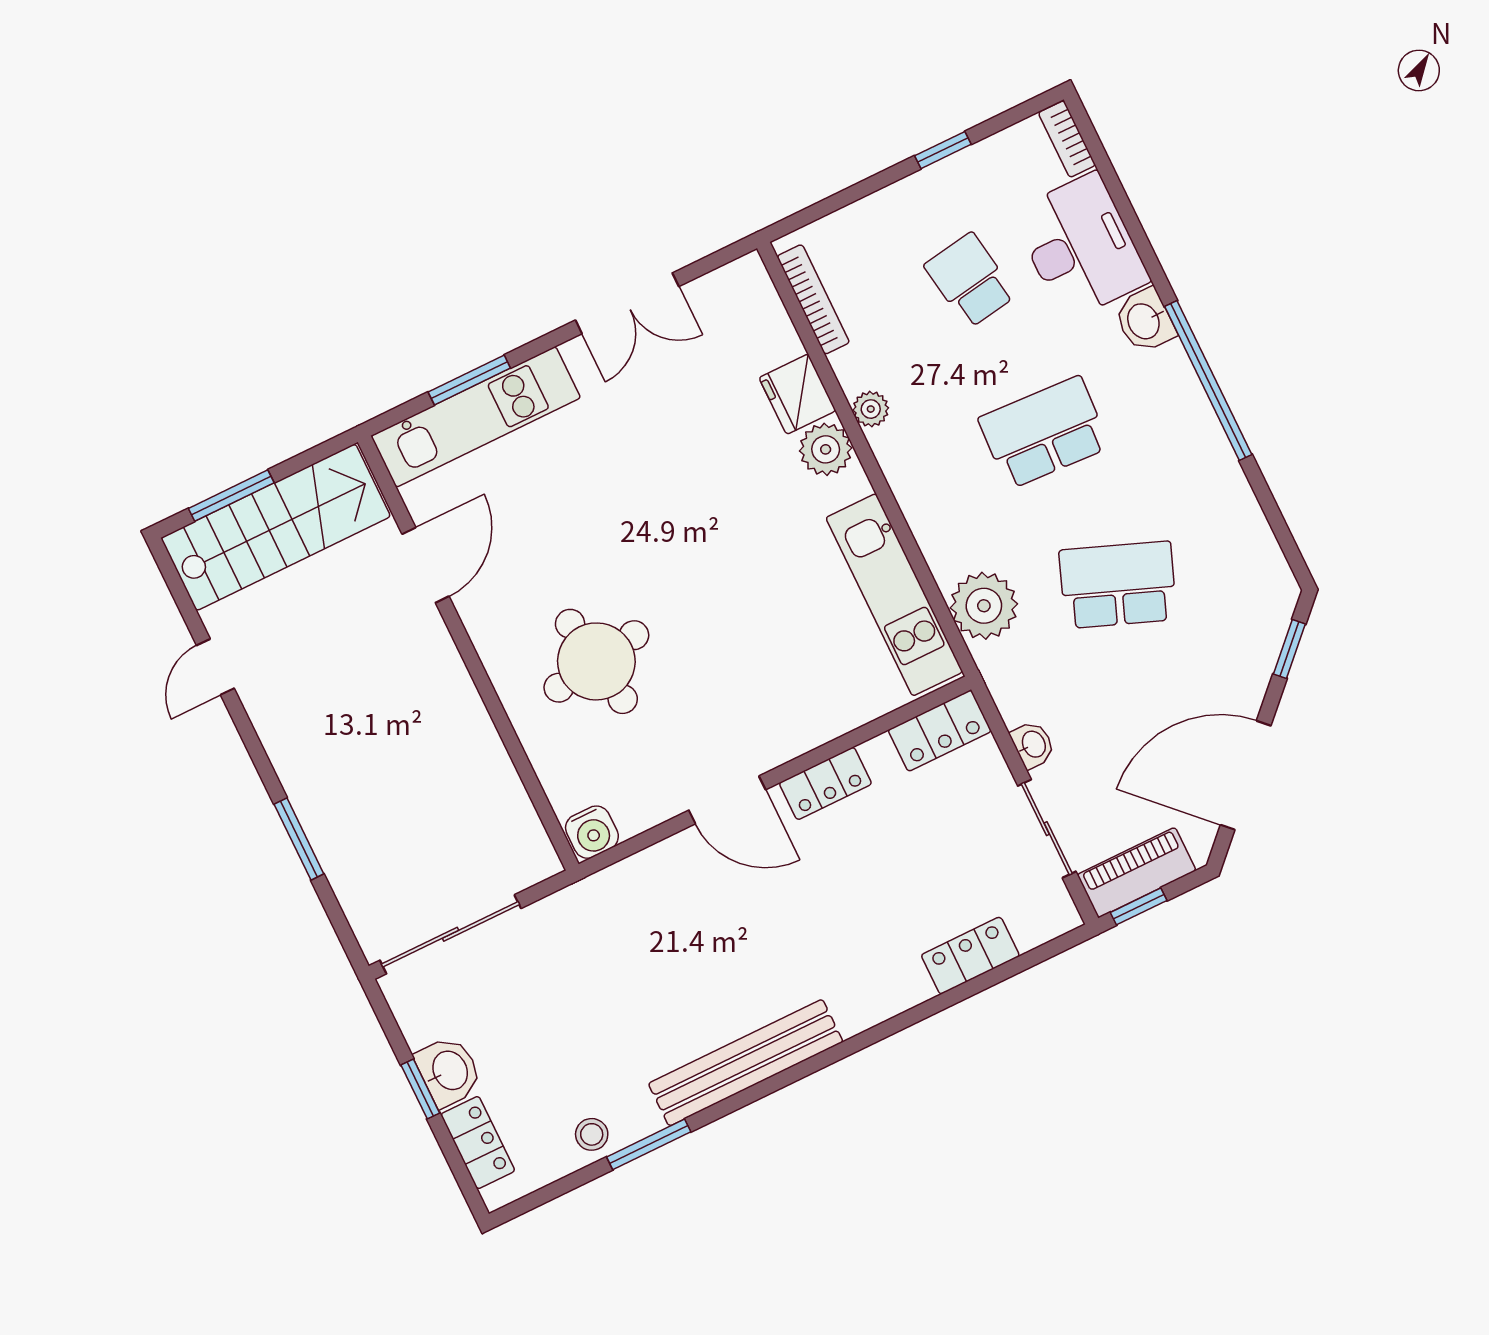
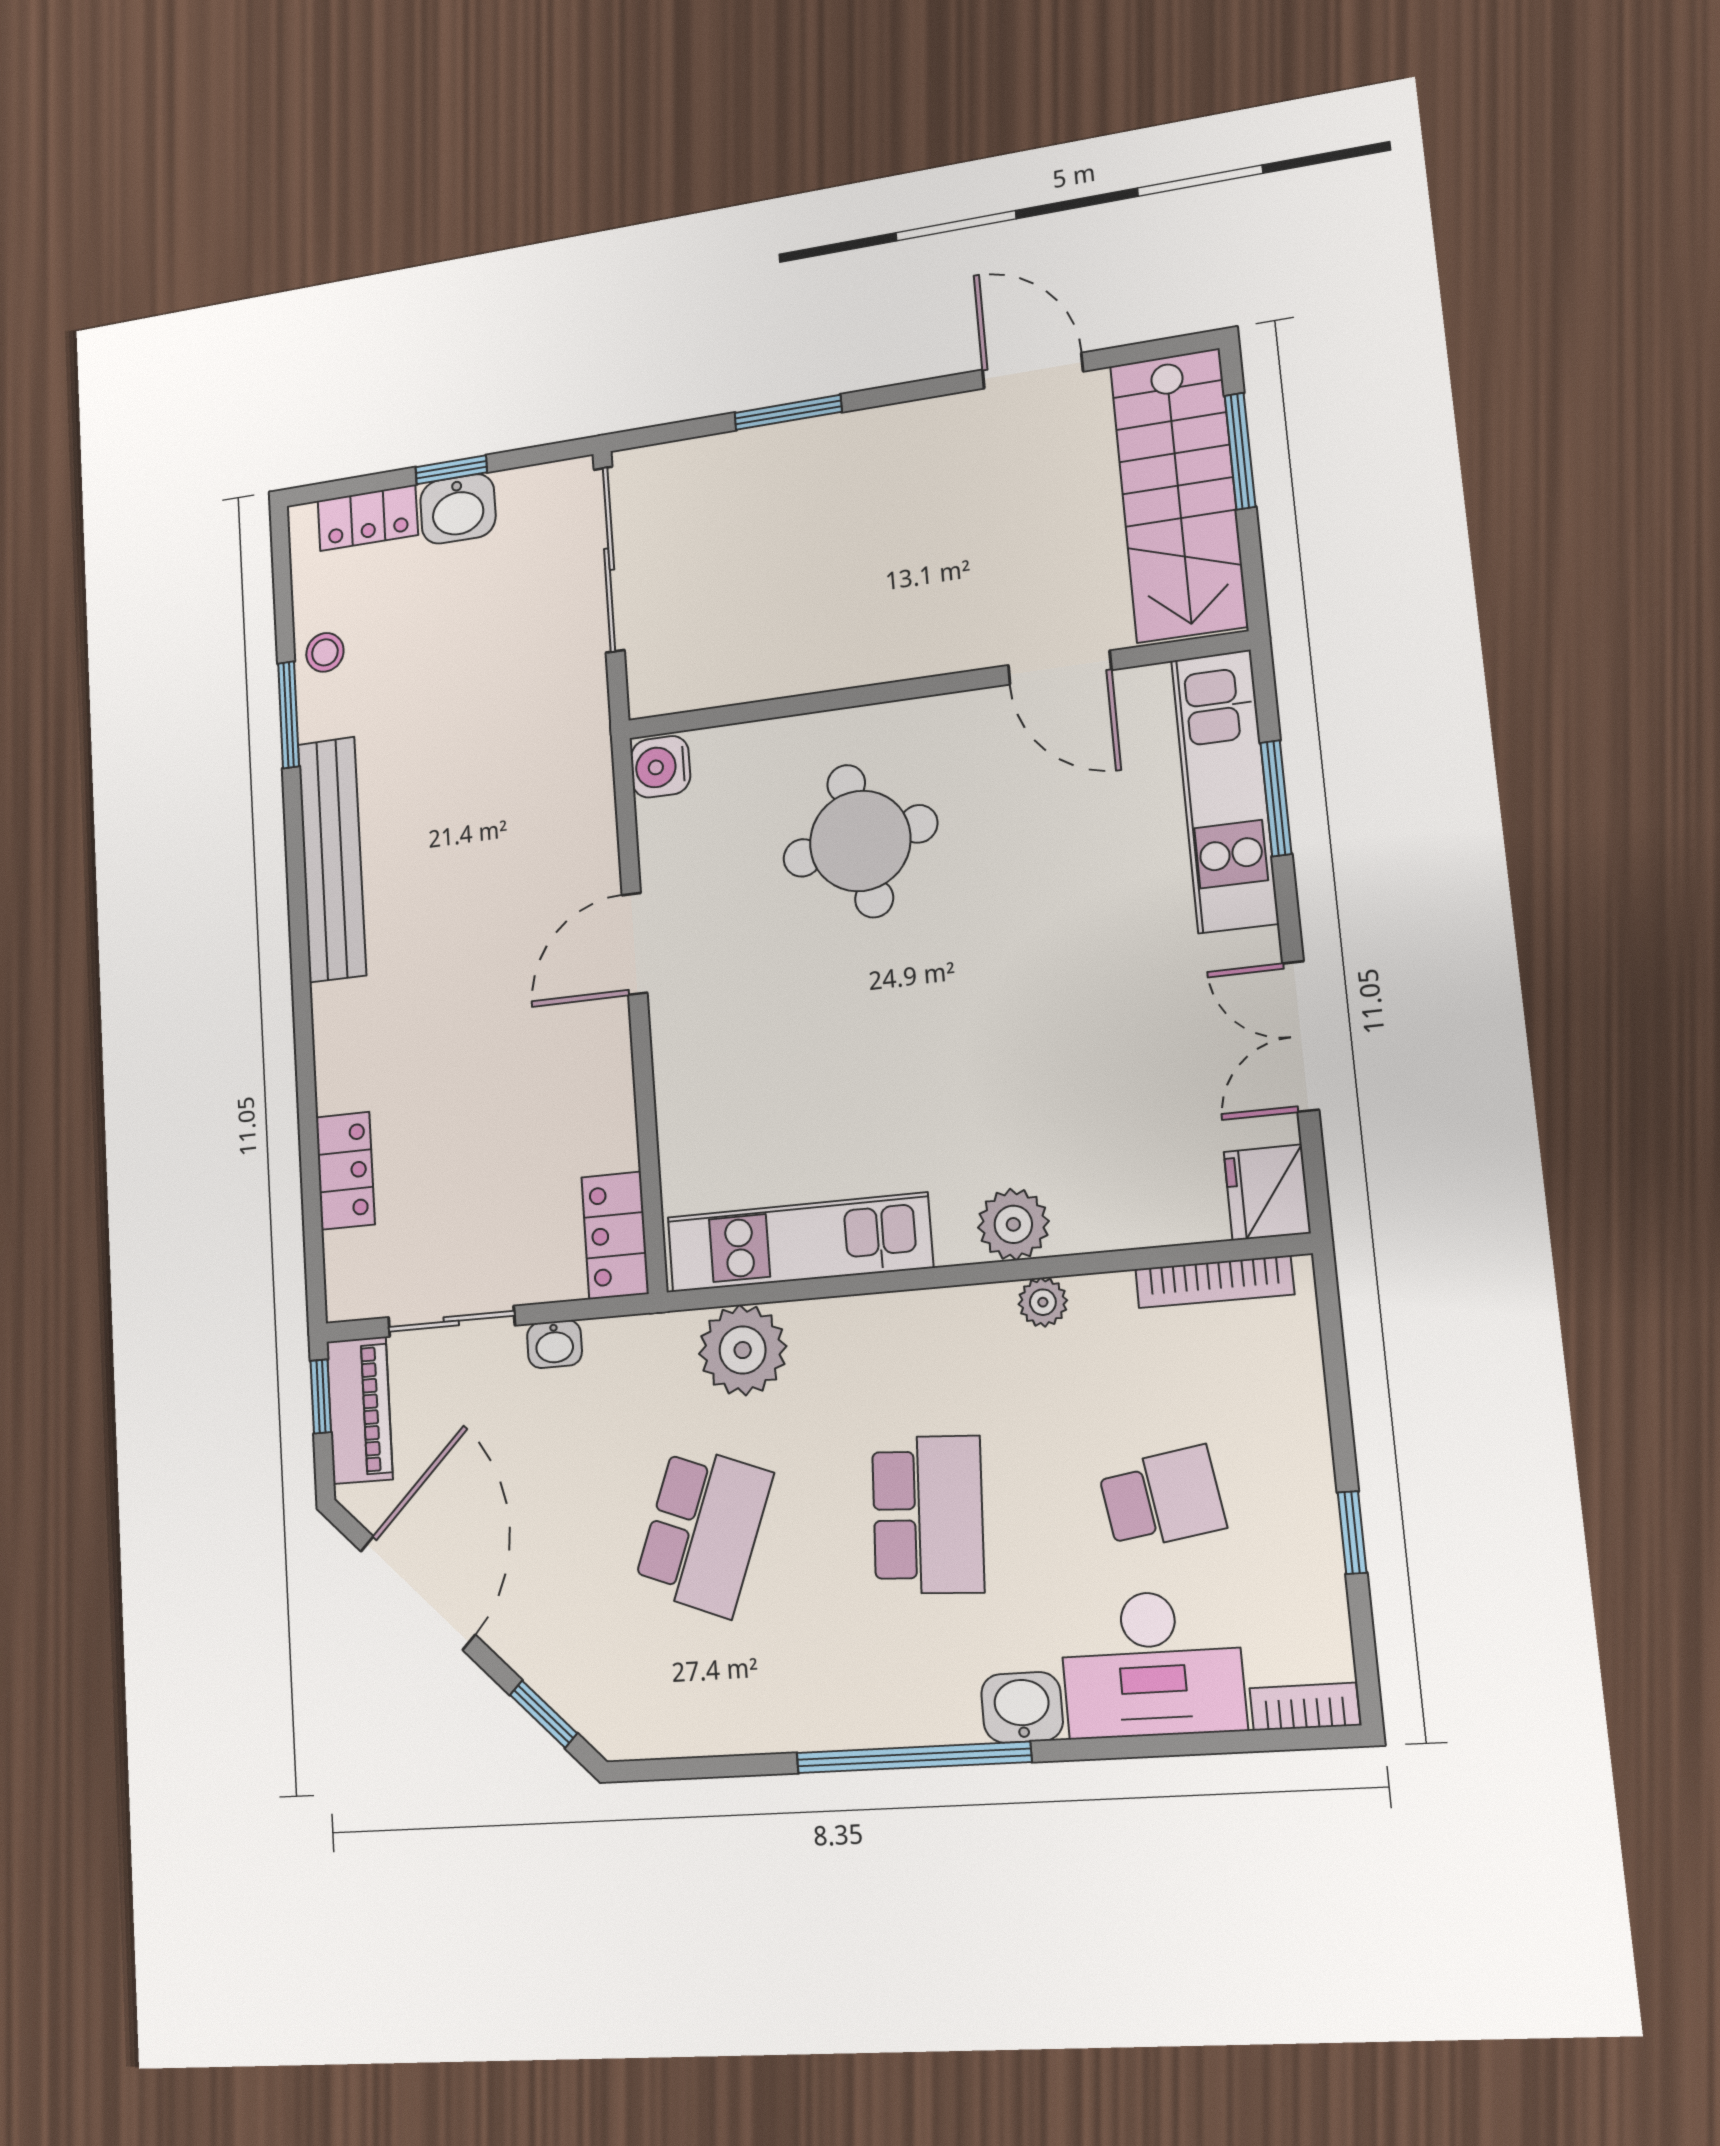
fridge: (797, 394) -> (1267, 1192), moved, turned -90
door: (215, 667) -> (1033, 371), width x1.38
locker: (825, 783) -> (608, 1071), removed

